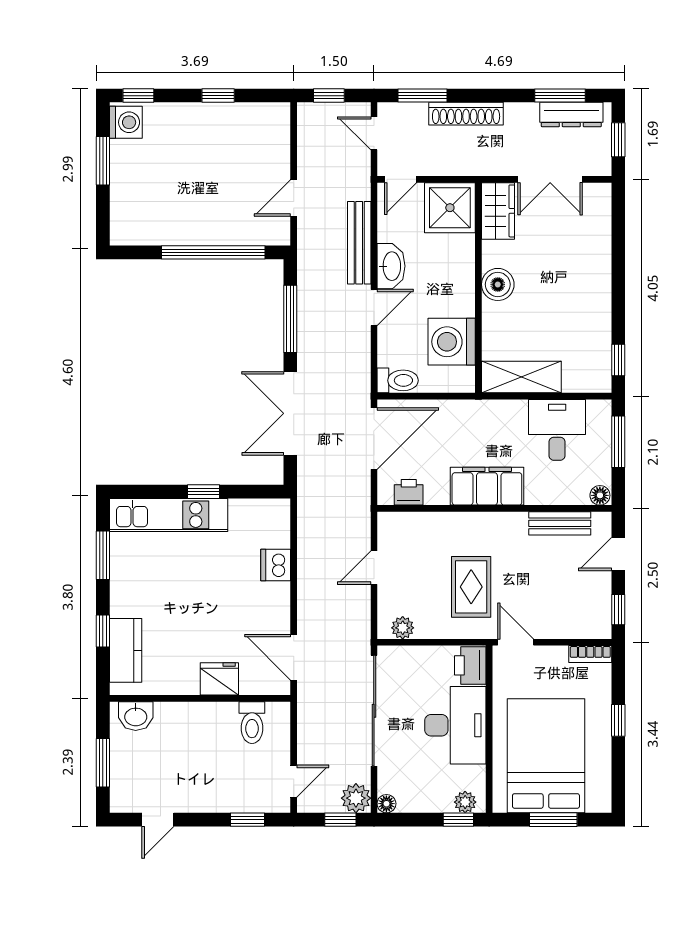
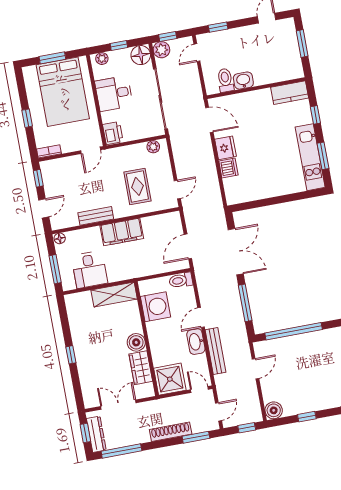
window: (560, 96) -> (121, 451), width x1.44
dresser: (571, 115) -> (96, 434), moved, turned 90
boiler: (275, 118) -> (274, 410), added
door: (374, 133) -> (218, 412), hinge flipped
door: (401, 179) -> (199, 390), hinge flipped
wardrobe: (498, 211) -> (141, 368), moved
window: (618, 360) -> (71, 355), moved
door: (374, 439) -> (188, 246), width x0.73
window: (203, 492) -> (275, 201), removed
printer: (409, 492) -> (164, 221), removed
kitchen unit: (169, 515) -> (310, 157), moved, turned -90
bench: (560, 523) -> (96, 216), moved
door: (374, 568) -> (177, 190), moved
rug: (471, 587) -> (137, 186), moved
door: (516, 642) -> (91, 150), hinge flipped
kitchen counter: (126, 650) -> (290, 93), moved, turned -90
fridge: (219, 679) -> (225, 148), moved, turned -90
washbasin: (136, 716) -> (243, 81), moved
desk: (455, 725) -> (114, 93), width x0.73
floor lamp: (386, 804) -> (141, 55), width x1.89, depth x1.89
window: (458, 820) -> (119, 46), moved

